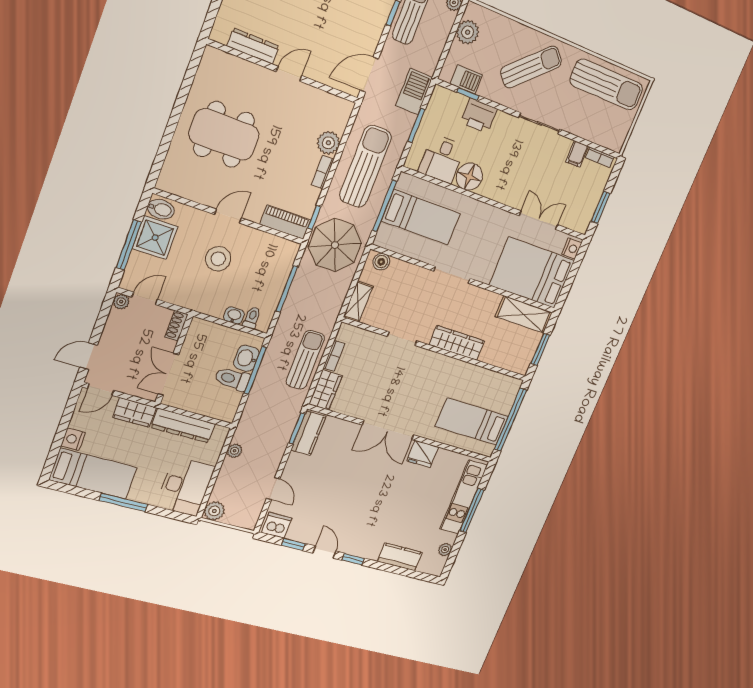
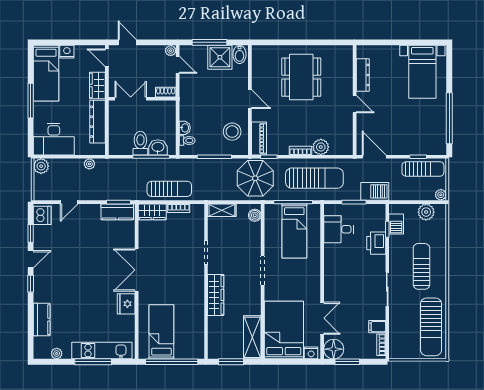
sun lounger: (531, 67) -> (421, 266), turned -137
floor lamp: (469, 177) -> (334, 349), moved
stool: (218, 259) -> (232, 132), moved

